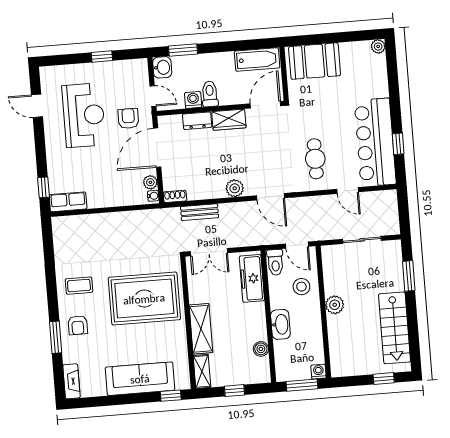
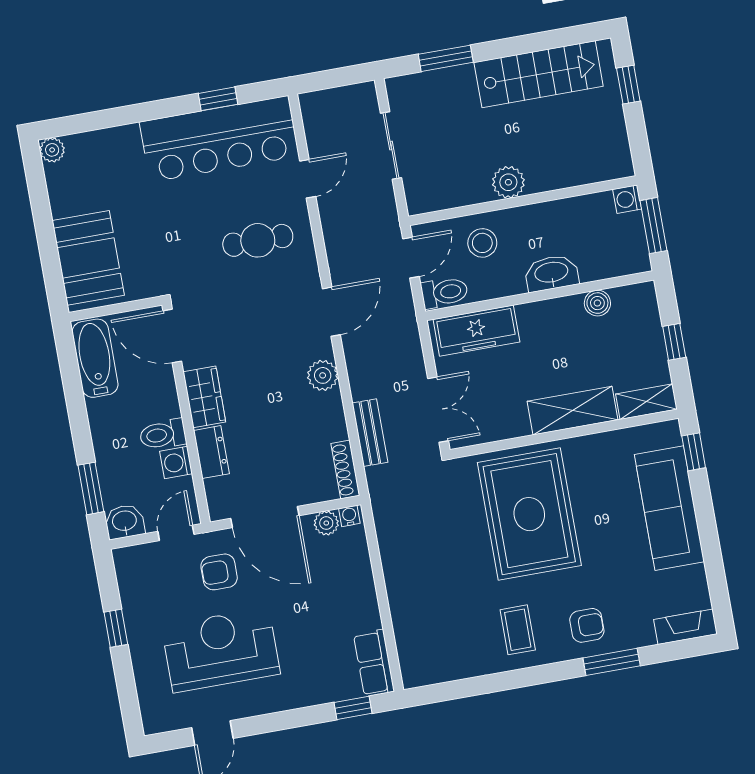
shoe rack: (175, 196) -> (345, 470), width x1.43

